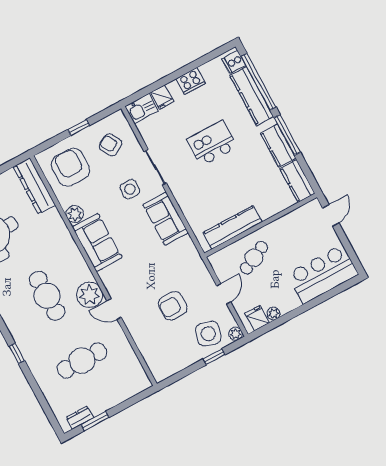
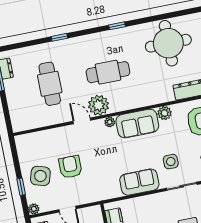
plant: (105, 276) -> (110, 122), added
door: (114, 309) -> (82, 121), hinge flipped
side table: (208, 334) -> (40, 176), moved
window: (17, 353) -> (59, 37), moved

